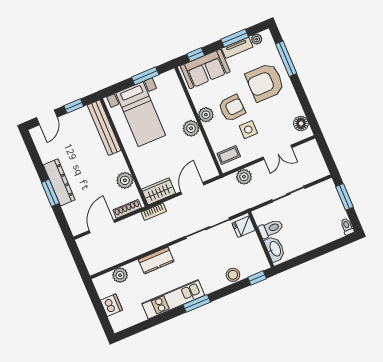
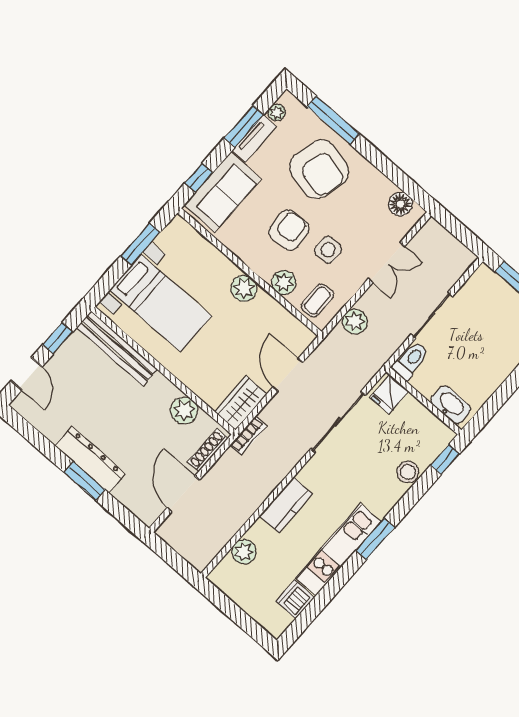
armchair: (265, 82) -> (319, 169), turned -76
plant: (206, 115) -> (284, 283), moved
toilet: (271, 229) -> (411, 361), moved
dishwasher: (111, 305) -> (295, 599), moved, turned -90

